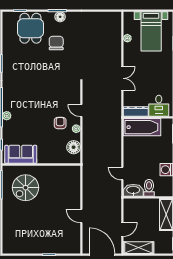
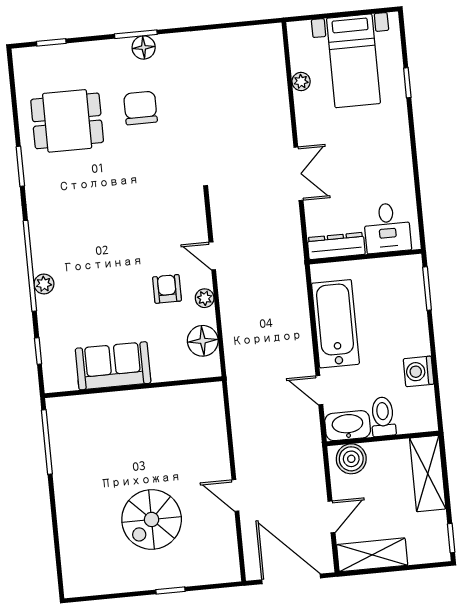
dining table: (30, 28) -> (67, 121), moved, turned 90
bathtub: (142, 127) -> (335, 324), moved, turned -90
sofa: (21, 154) -> (113, 366), moved
spiral stairs: (26, 188) -> (152, 519), moved
boiler: (133, 205) -> (351, 459), added

